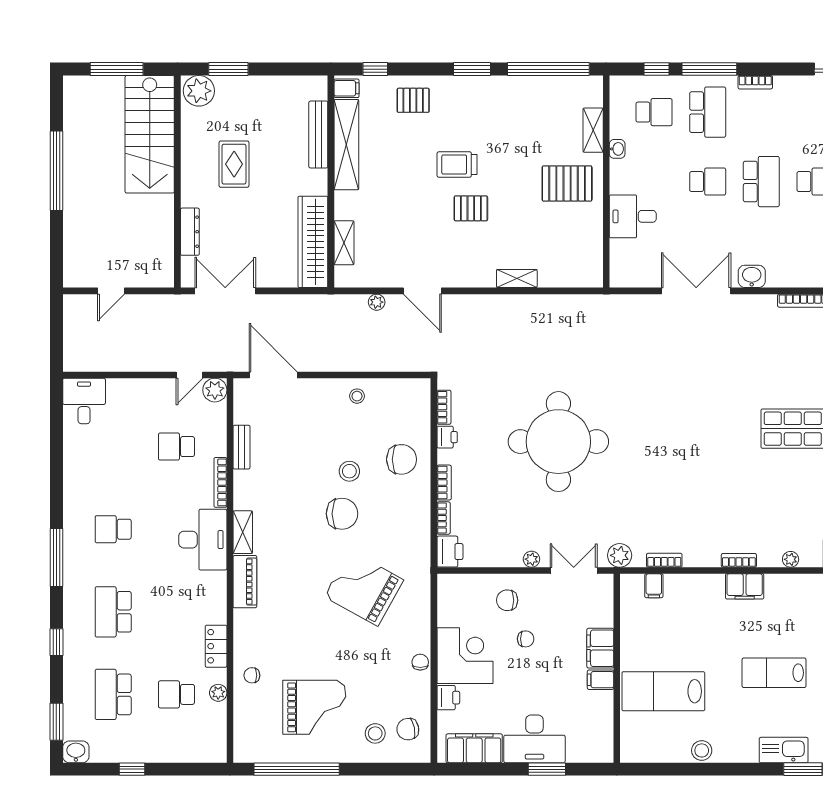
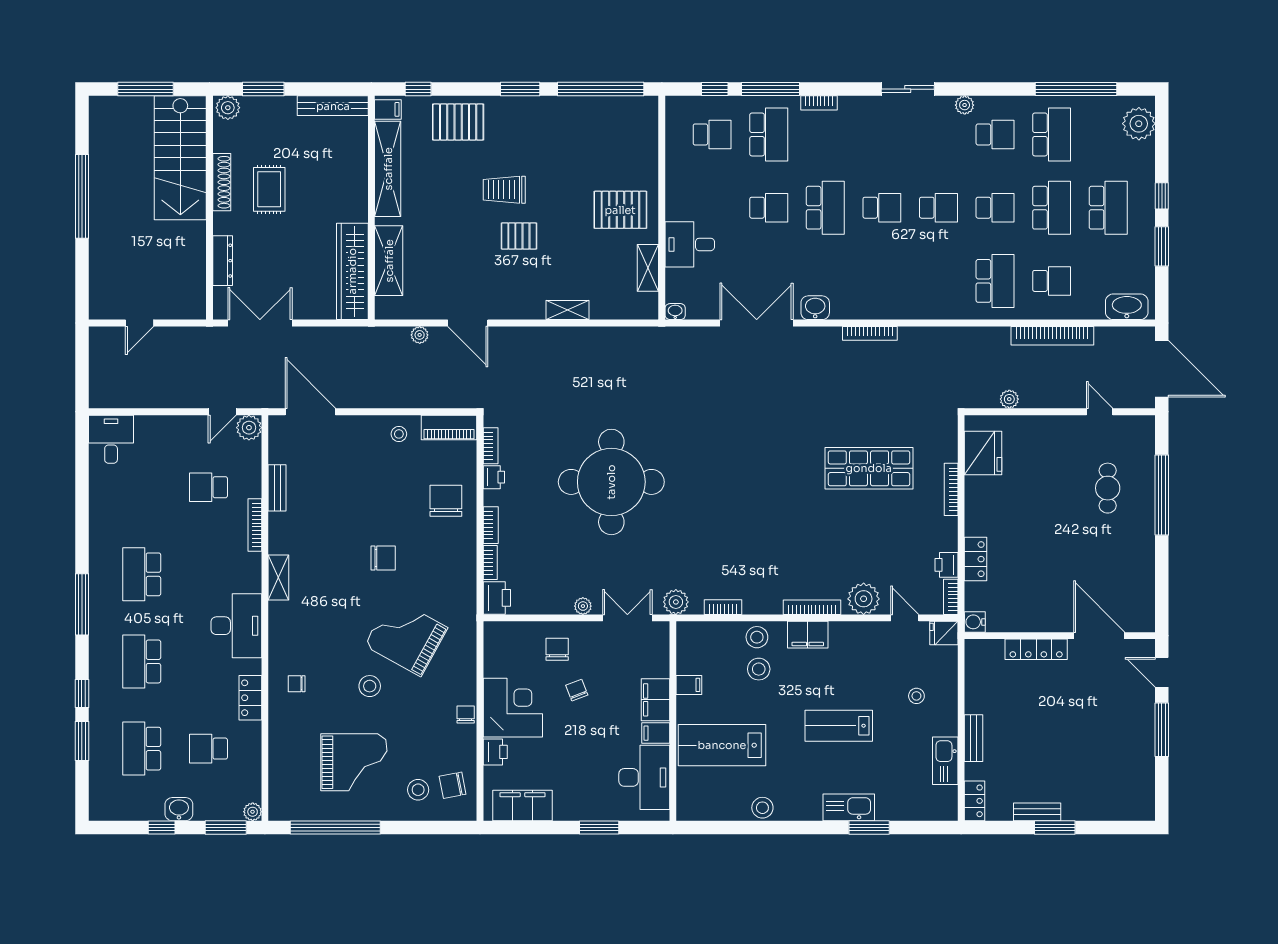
plant: (199, 91) -> (228, 108), width x0.73, depth x0.73
pallet: (413, 100) -> (458, 122), width x1.50, depth x1.42
shelving: (593, 130) -> (648, 268), moved
bench: (318, 134) -> (333, 106), moved, turned 90
washbasin: (617, 149) -> (675, 312), moved, turned -90
shoe rack: (189, 157) -> (222, 182), added
shelving: (344, 243) -> (389, 261), width x1.50, depth x1.33
chair: (402, 459) -> (446, 501), turned -90
stool: (349, 471) -> (370, 686), moved
chair: (342, 514) -> (383, 558), width x0.73, depth x0.73
school desk: (113, 529) -> (142, 574), width x1.85
desk: (203, 540) -> (236, 626), moved
plant: (791, 559) -> (864, 599), width x1.88, depth x1.88
bookcase: (739, 560) -> (812, 607), width x1.56
piano: (245, 582) -> (449, 427), moved, turned 90
filing cabinet: (654, 586) -> (689, 685), moved, turned -90
stool: (696, 589) -> (757, 637), added
chair: (507, 600) -> (557, 649), turned 90
stool: (698, 619) -> (759, 669), added
chair: (526, 639) -> (577, 690), turned -111
chair: (252, 675) -> (297, 684), moved
plant: (218, 693) -> (253, 812), moved
window: (56, 722) -> (82, 741), moved
desk: (534, 739) -> (644, 777), moved, turned -90
washbasin: (76, 752) -> (179, 809), moved
window: (193, 769) -> (226, 827), added

